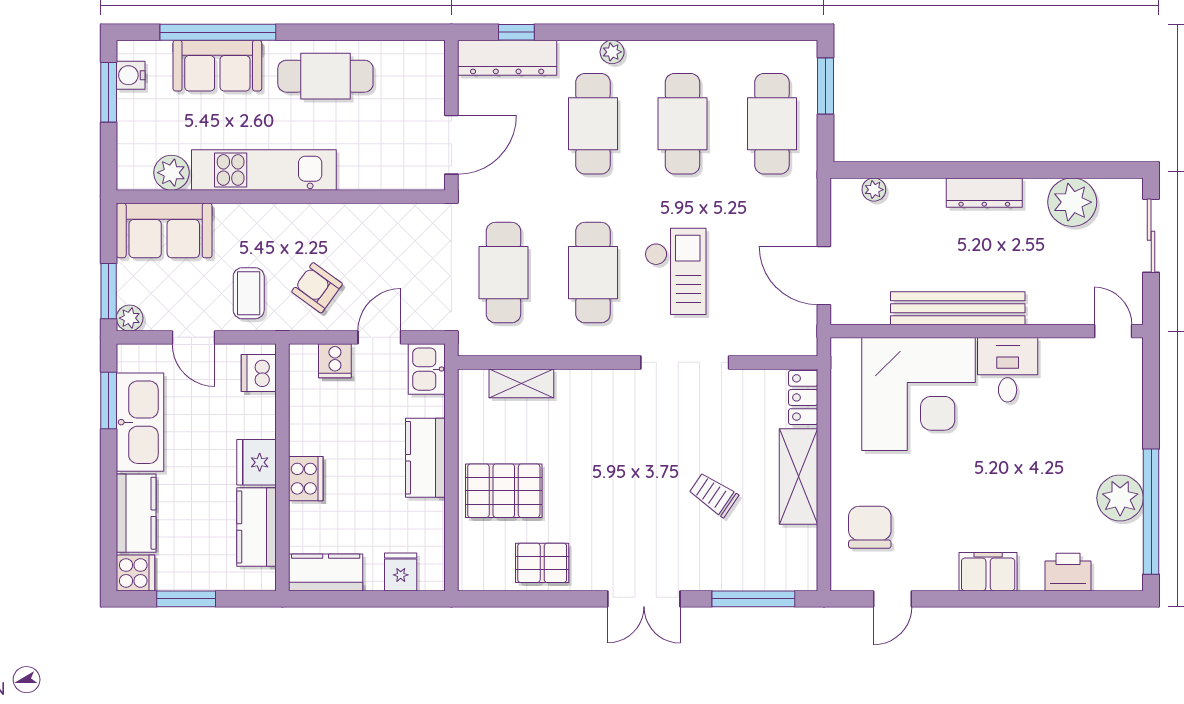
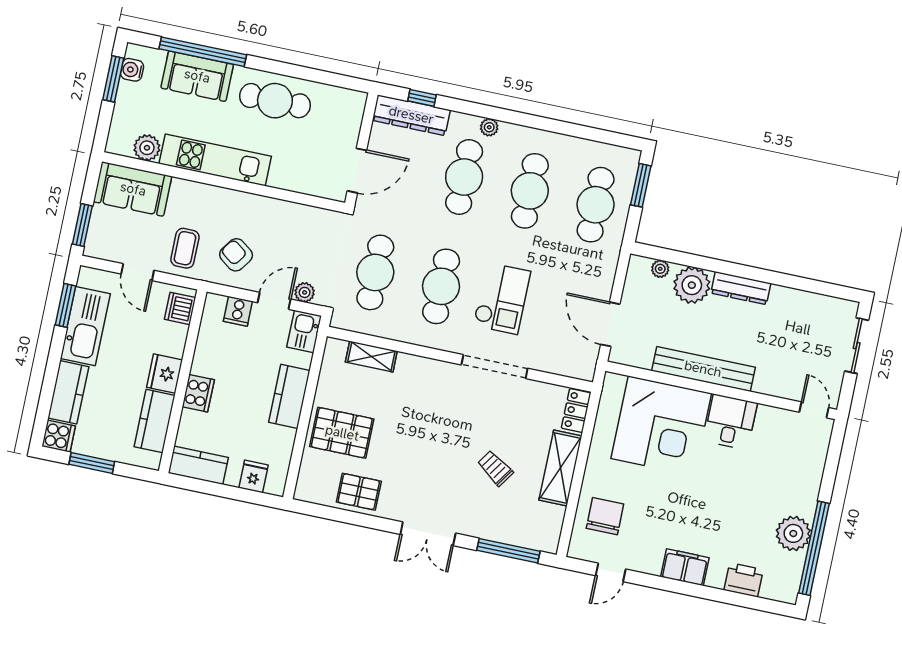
plant: (1072, 202) -> (692, 285), moved
plant: (130, 318) -> (305, 292), moved

